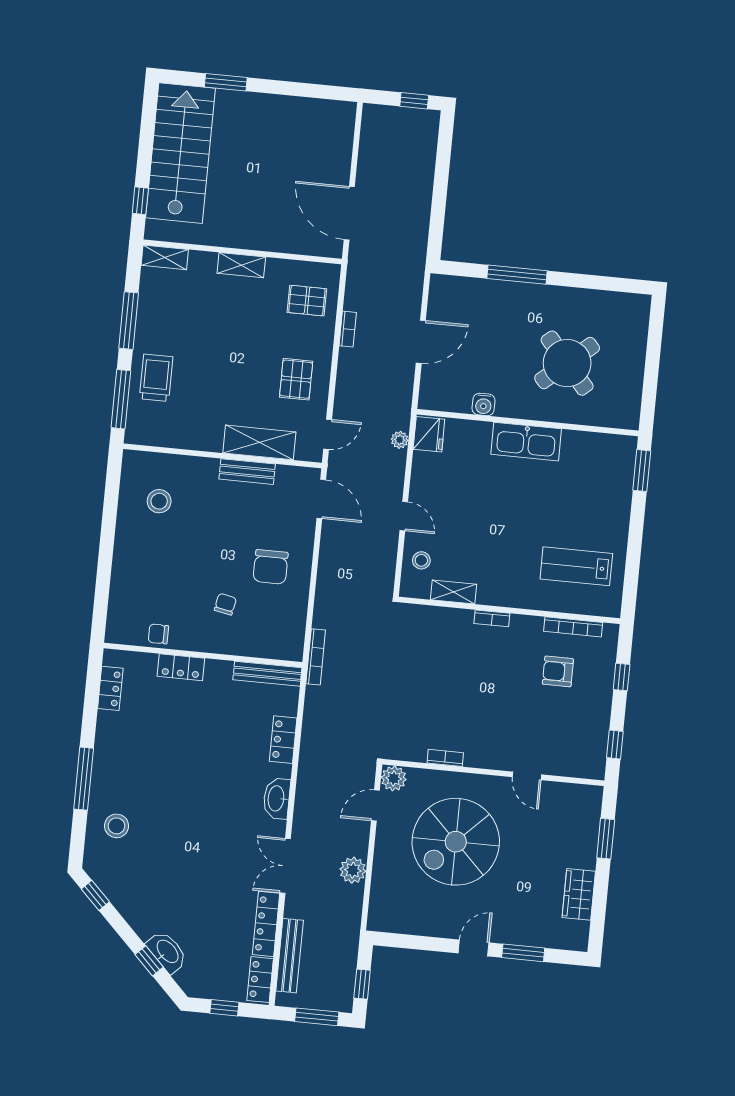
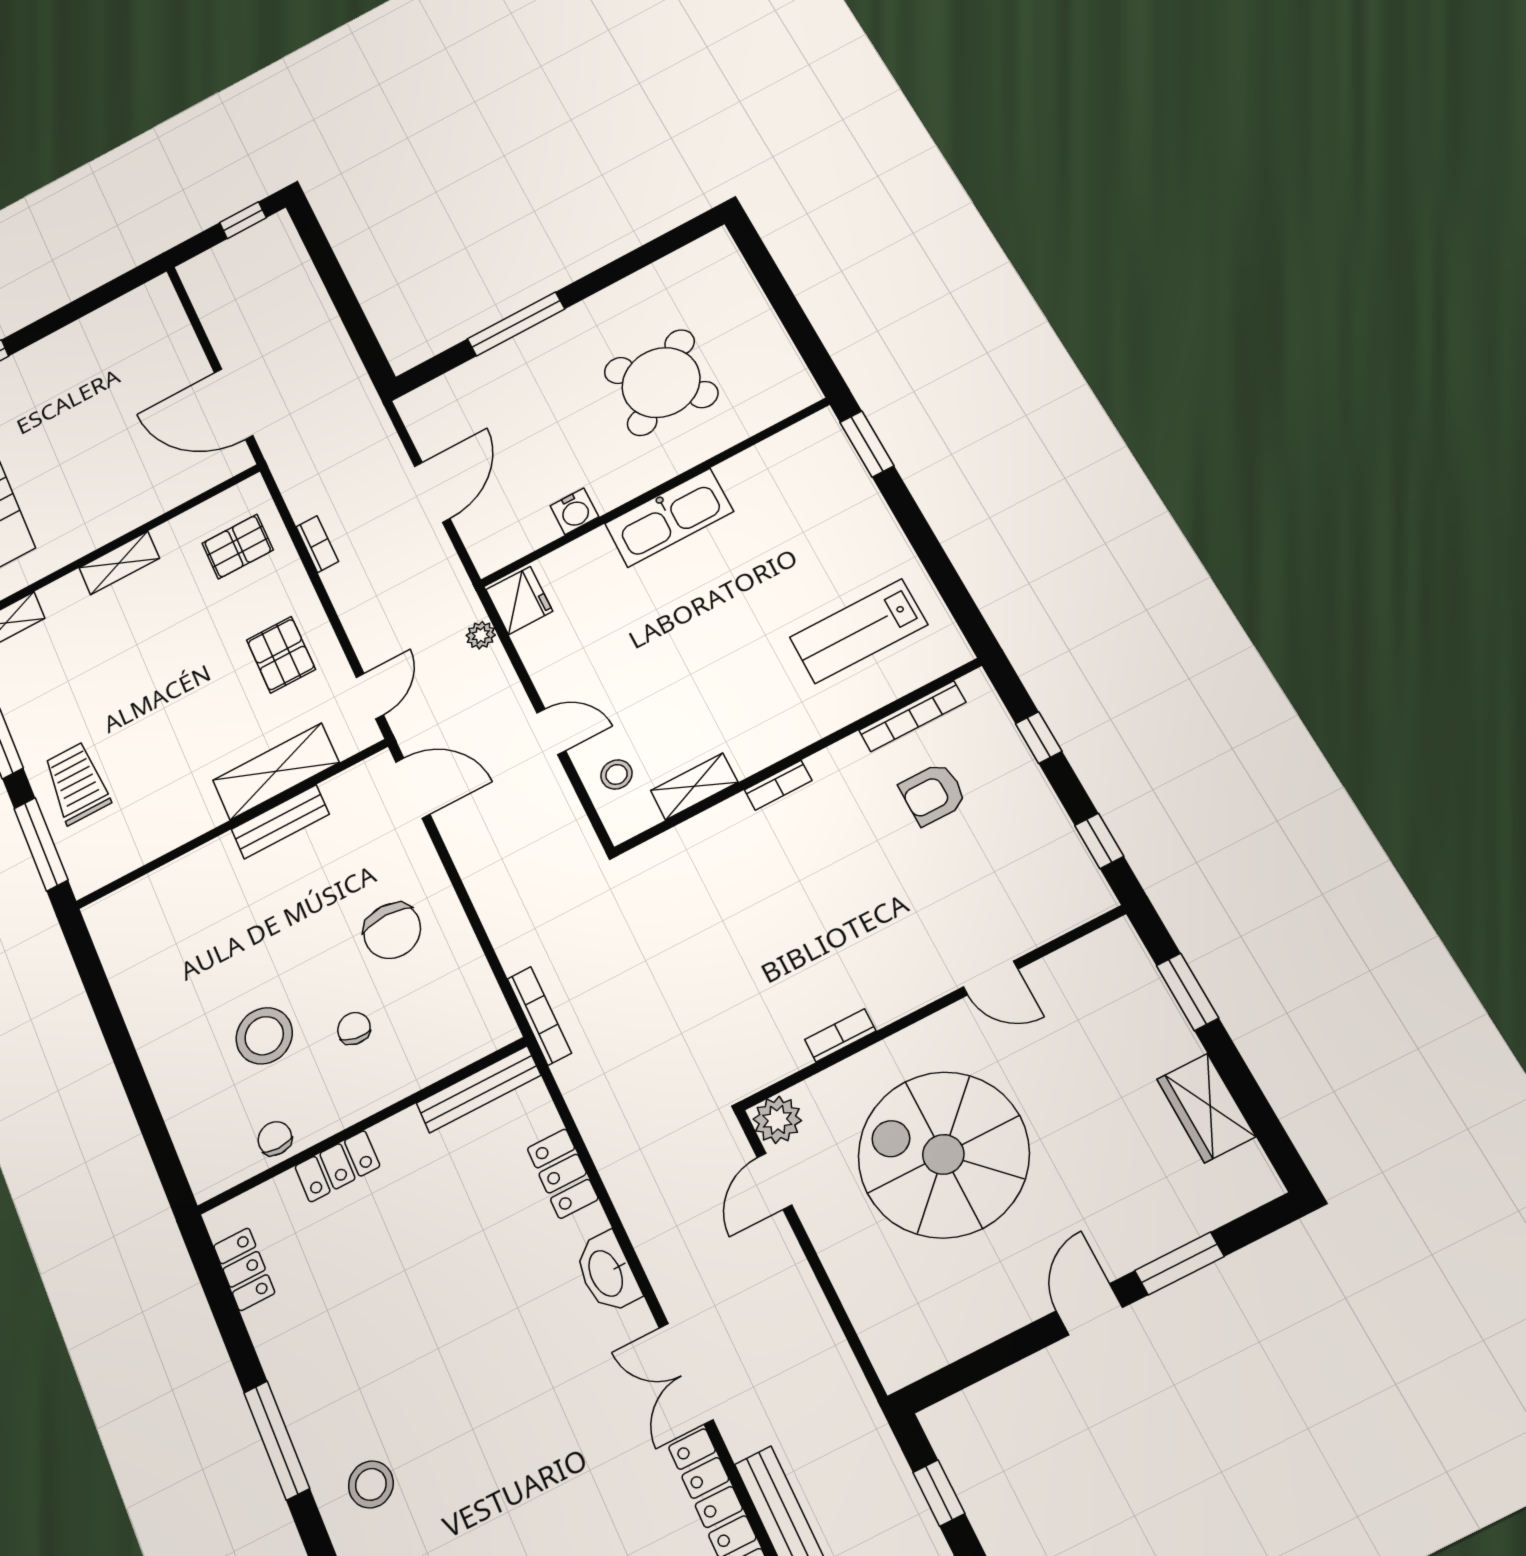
stool: (159, 501) -> (264, 1036), moved, width x1.38, depth x1.38
chair: (158, 634) -> (275, 1139), turned 90
spiral stairs: (456, 842) -> (943, 1154), turned 90
plant: (353, 870) -> (803, 1309), removed

